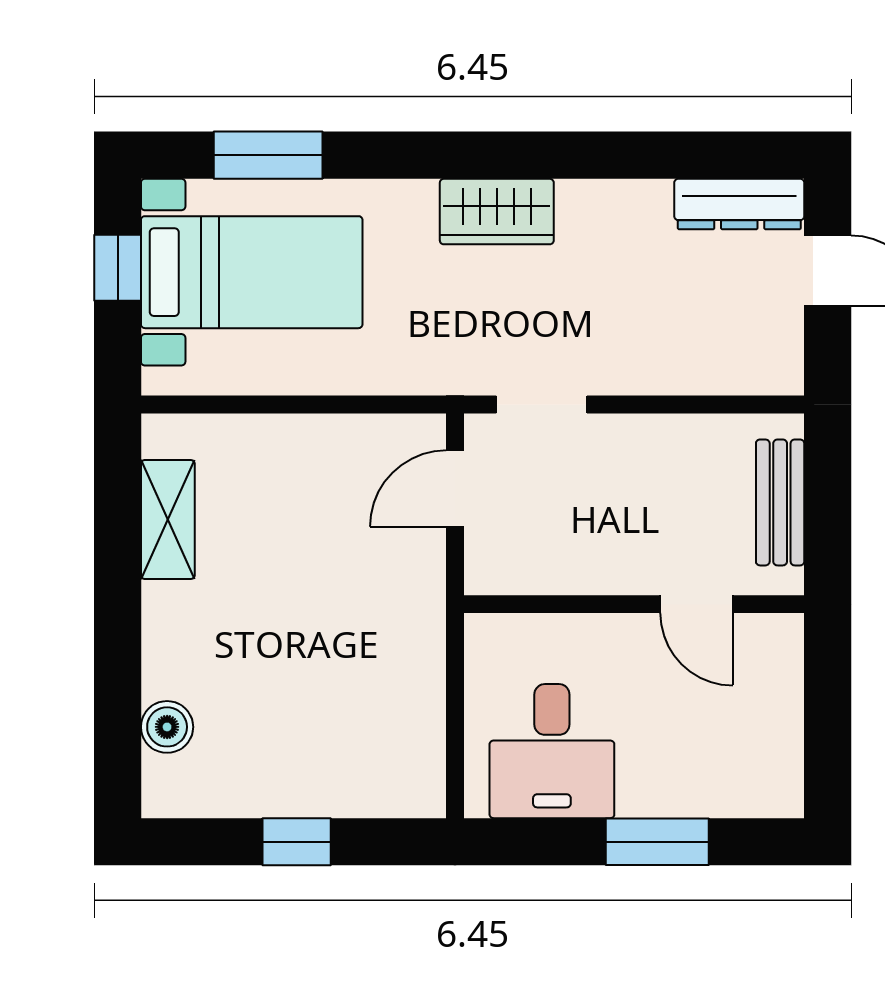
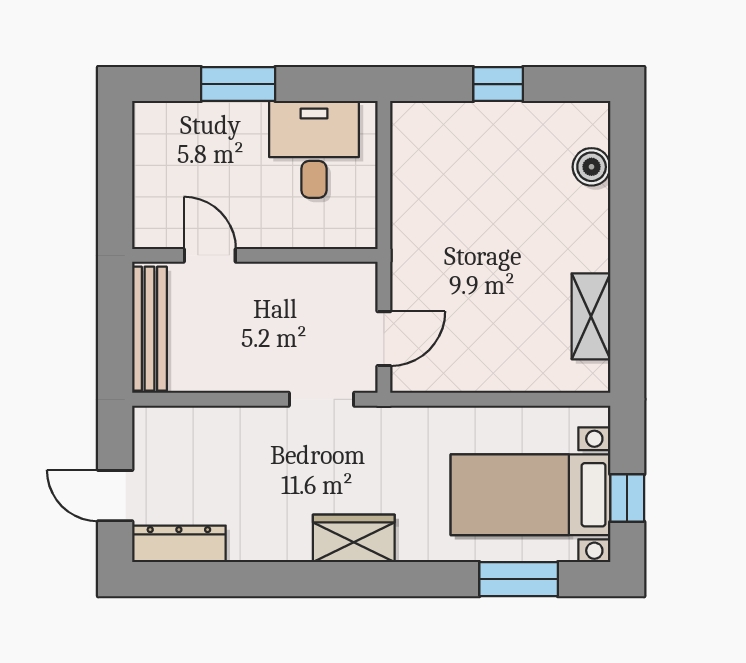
bench: (780, 502) -> (149, 329), width x1.36

